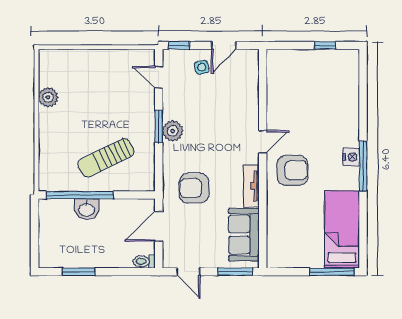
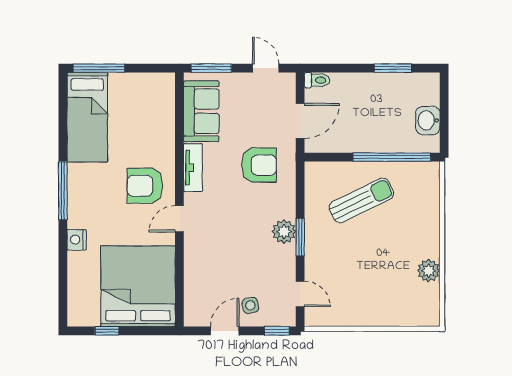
bed: (298, 84) -> (138, 286), added
nightstand: (351, 157) -> (77, 240), moved
washbasin: (87, 209) -> (428, 120), moved, turned -90

